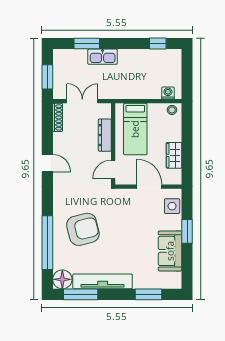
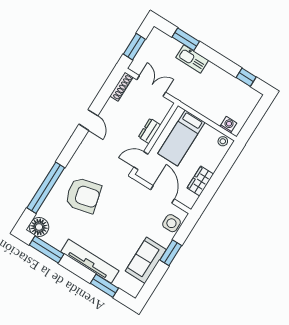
dresser: (105, 135) -> (150, 131), width x0.70
tv unit: (103, 281) -> (90, 261), moved

